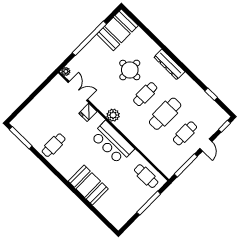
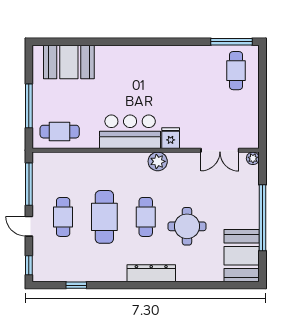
fridge: (88, 112) -> (171, 138), moved
cafe table: (54, 145) -> (236, 71), moved
booth: (88, 185) -> (69, 62), moved

